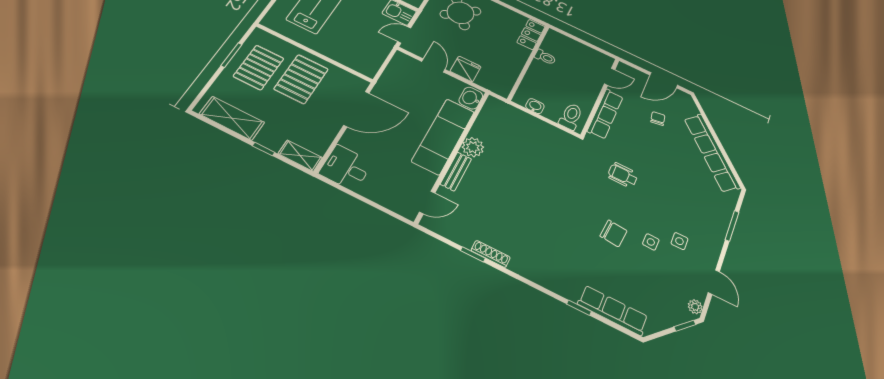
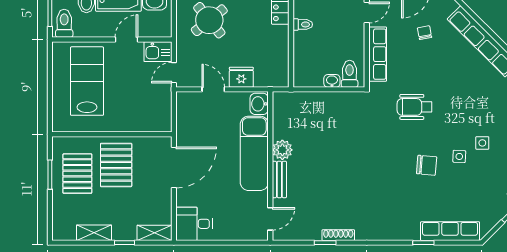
washbasin: (535, 106) -> (332, 81), moved
shelving: (232, 118) -> (94, 233), width x0.67, depth x0.75
wheelchair: (623, 175) -> (415, 107), width x1.36, depth x1.37

